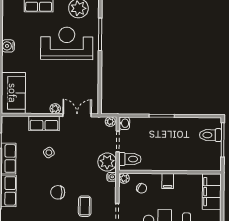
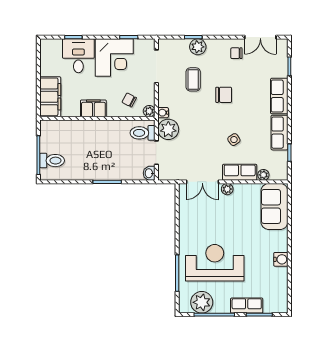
reception desk: (67, 43) -> (215, 263), turned 180
plant: (110, 122) -> (263, 175), moved
filing cabinet: (168, 181) -> (93, 108), width x2.00

